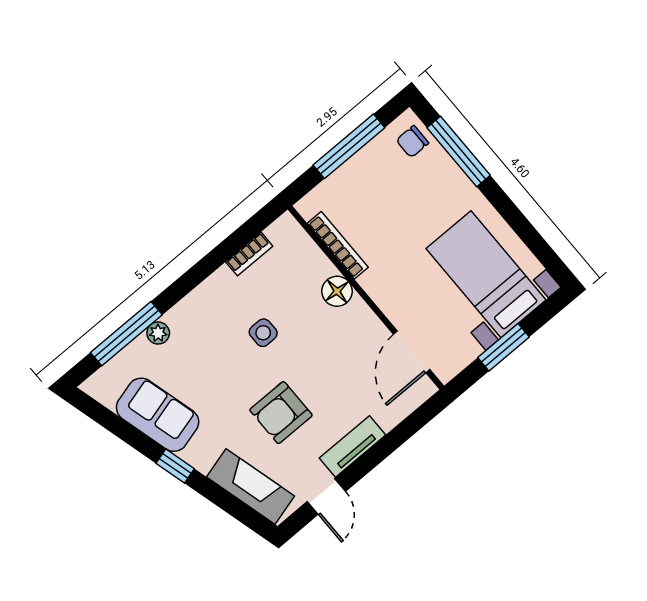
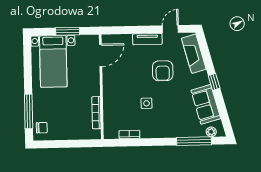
window: (349, 146) -> (65, 144), removed
floor lamp: (337, 291) -> (109, 97), removed
plant: (158, 333) -> (211, 132), moved
armchair: (281, 413) -> (163, 71), turned 90

